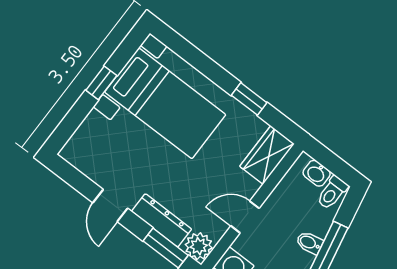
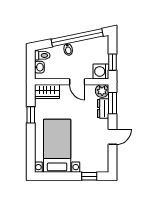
window: (101, 83) -> (89, 176), moved
dresser: (161, 220) -> (103, 108), width x0.70

